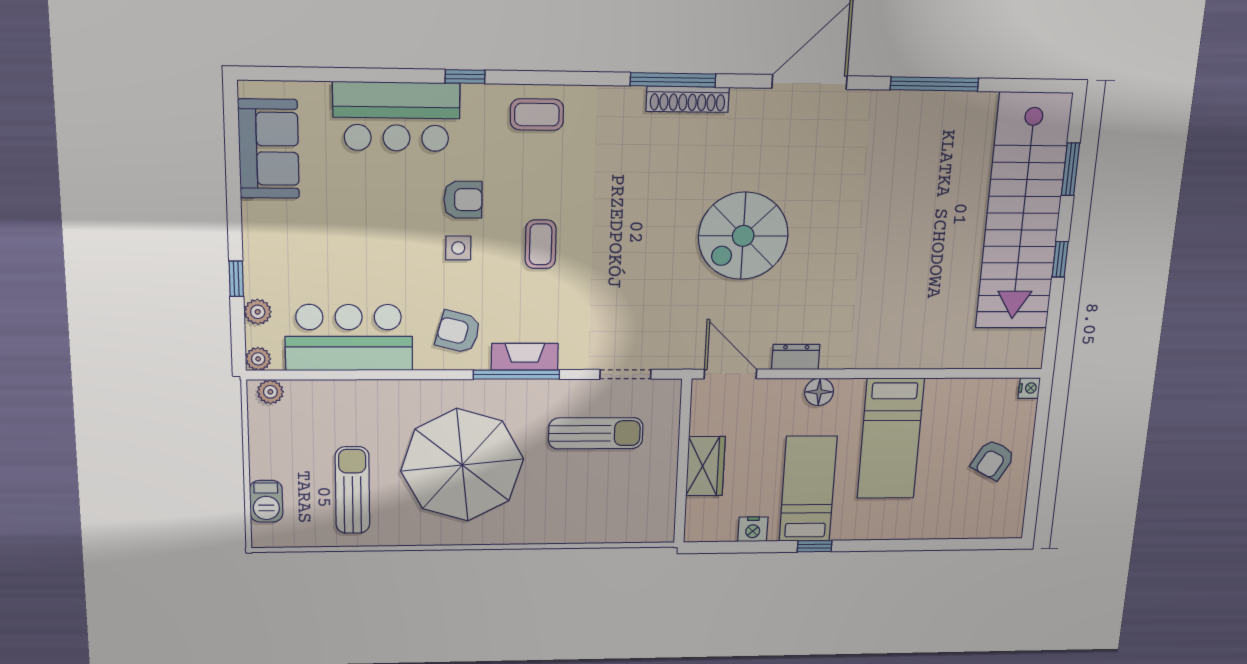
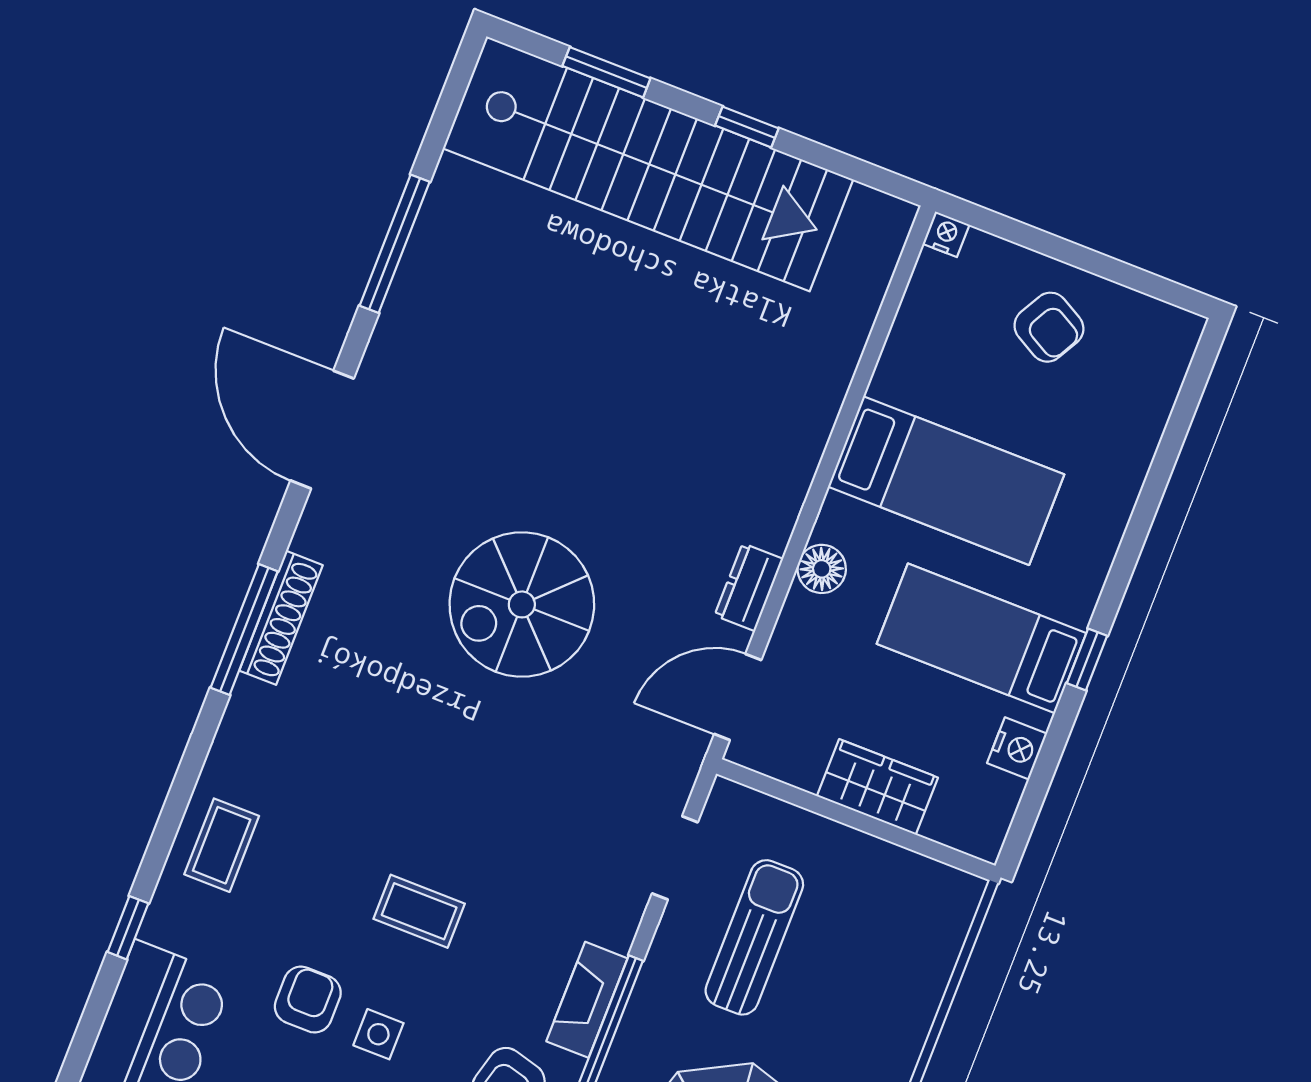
spiral stairs: (743, 236) -> (522, 604), turned 90

